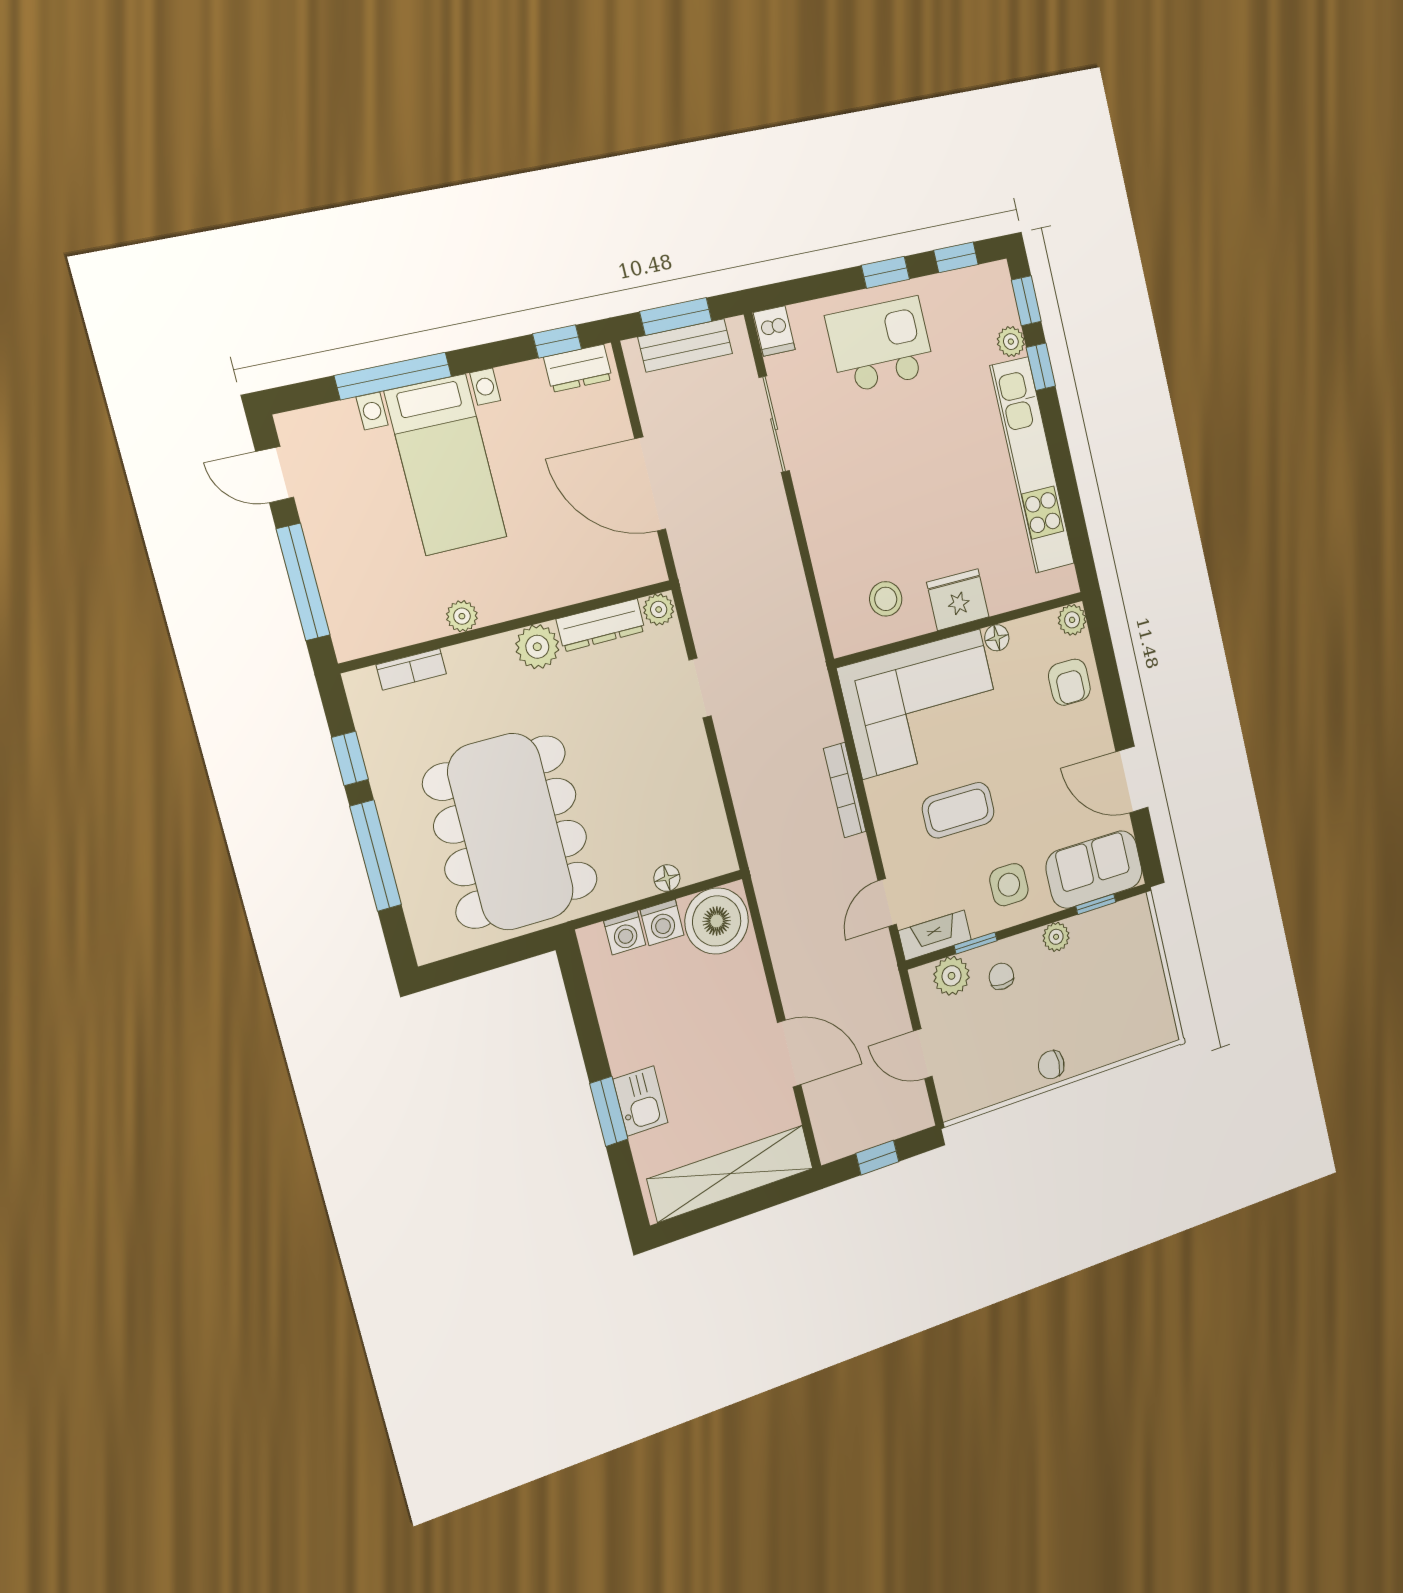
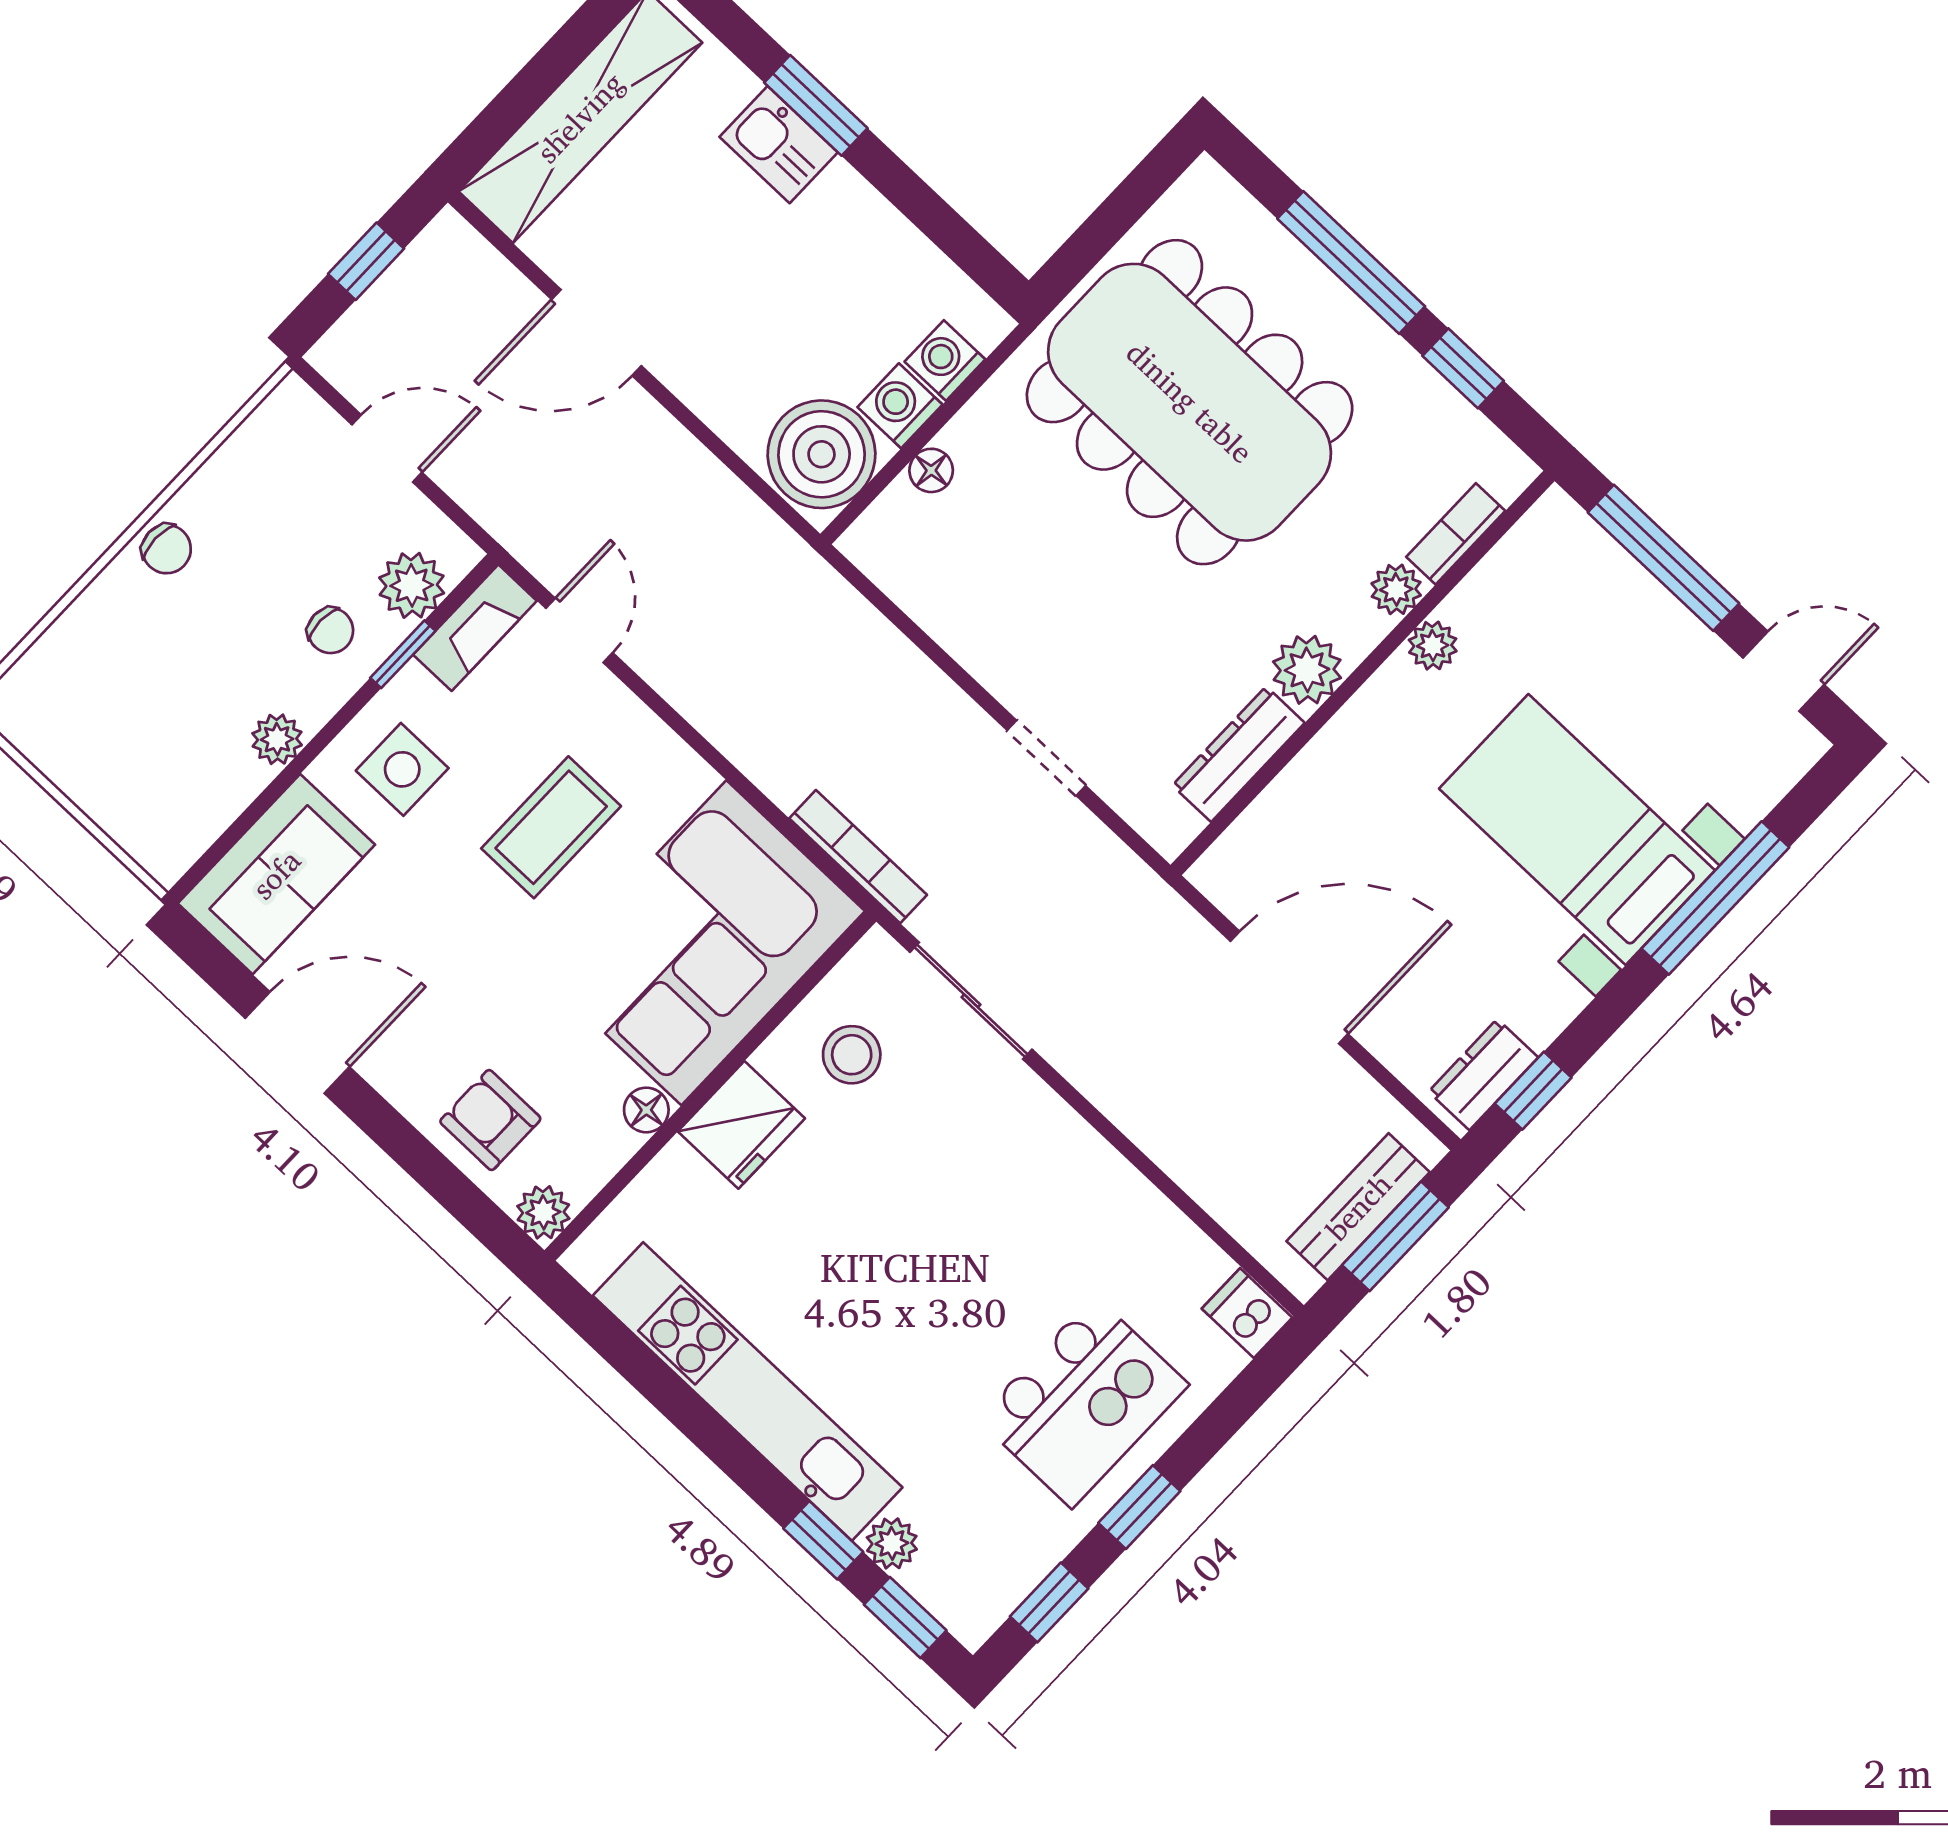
sliding door: (774, 424) -> (971, 1001), moved
plant: (659, 609) -> (1396, 589), moved
bookcase: (845, 790) -> (858, 857), moved
window: (1096, 904) -> (241, 825), removed
chair: (1051, 1065) -> (166, 549), turned 90

